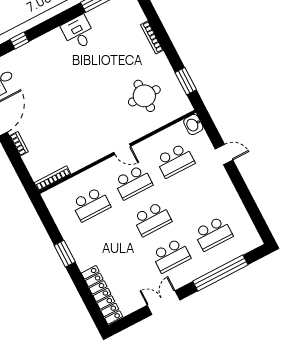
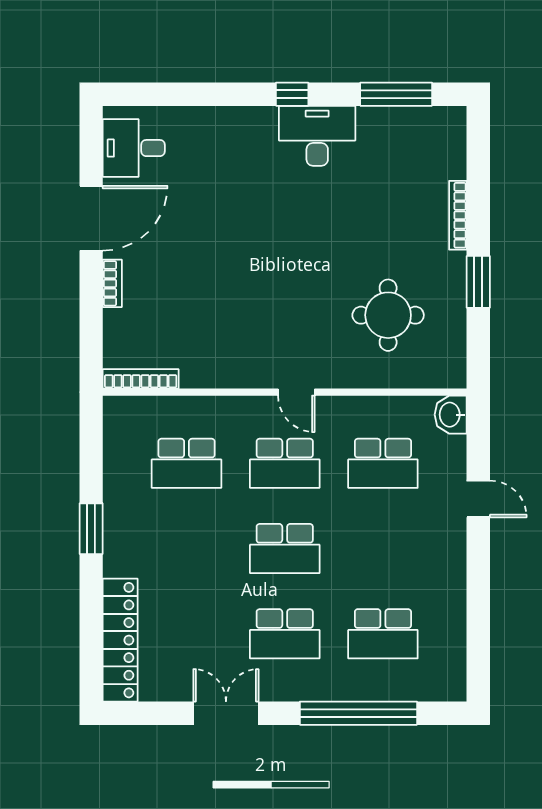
desk: (78, 32) -> (317, 136), width x1.37
window: (19, 40) -> (292, 94), moved
window: (186, 81) -> (478, 282), moved

